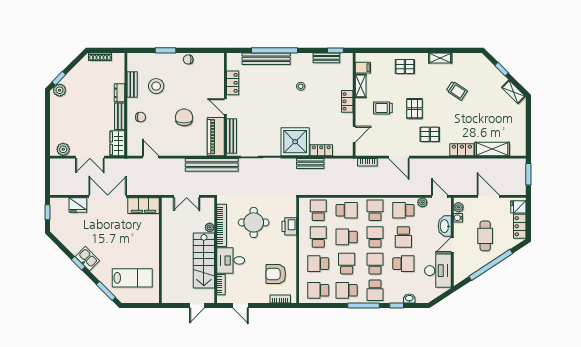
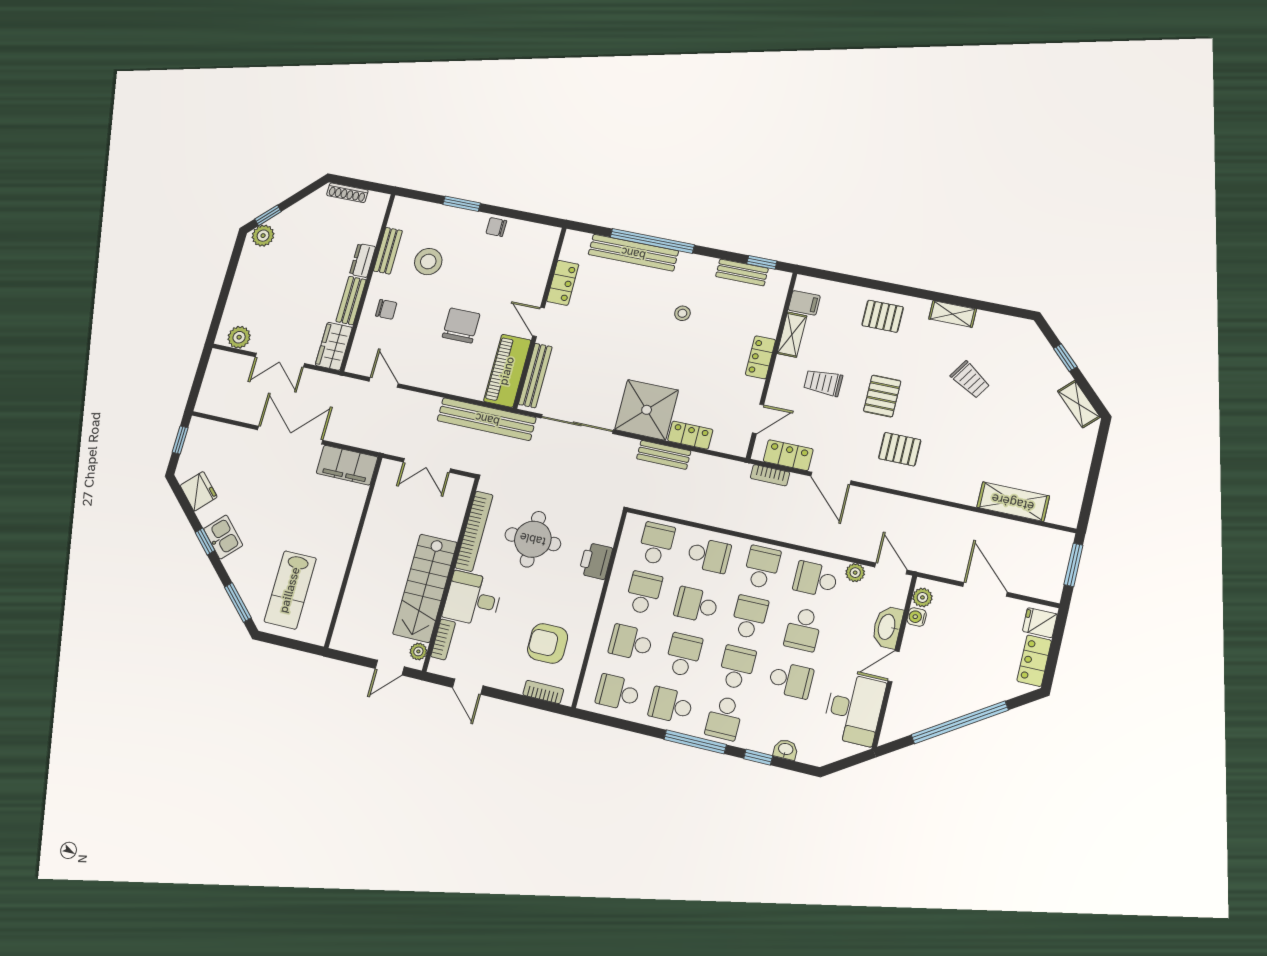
locker: (462, 150) -> (788, 455), moved
fridge: (78, 205) -> (199, 491), moved, turned -135
plant: (210, 227) -> (418, 651), moved
cafe table: (485, 236) -> (962, 664), removed
lab bench: (132, 278) -> (290, 590), turned 90

